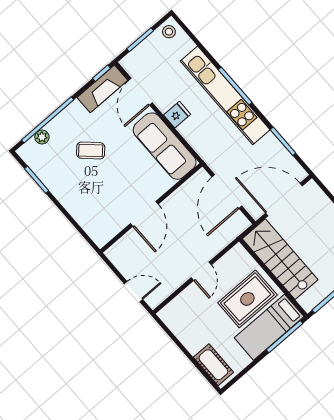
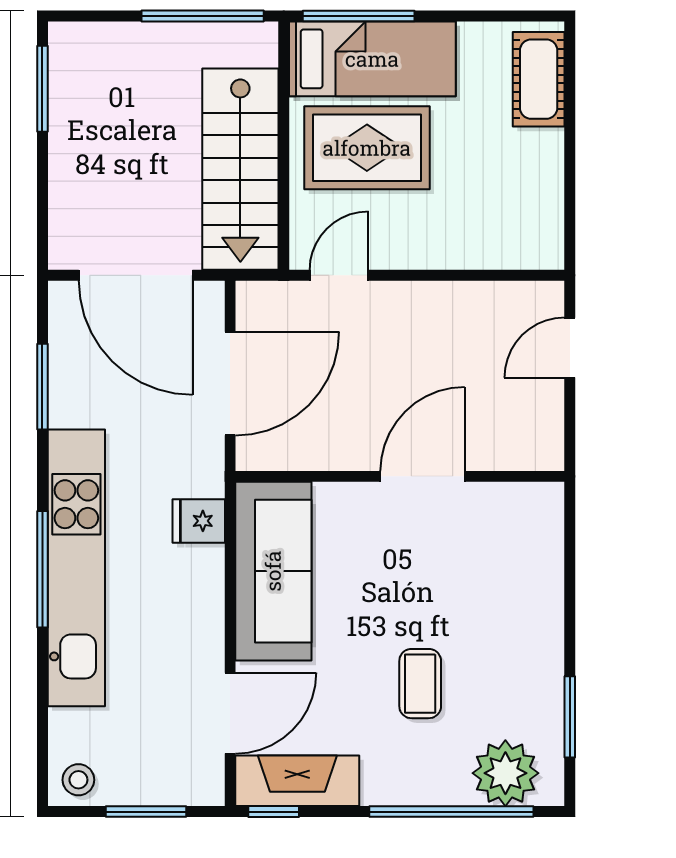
fridge: (177, 115) -> (199, 521), moved
plant: (42, 137) -> (505, 773), width x1.87, depth x1.87
coffee table: (91, 150) -> (420, 684), turned 47
door: (201, 271) -> (339, 275), moved
door: (133, 292) -> (570, 348), hinge flipped

